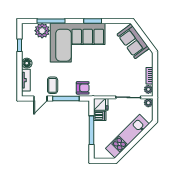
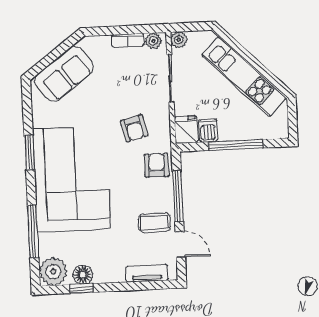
plant: (42, 31) -> (53, 272), moved
floor lamp: (27, 63) -> (83, 275), moved
armchair: (103, 77) -> (134, 128), added

